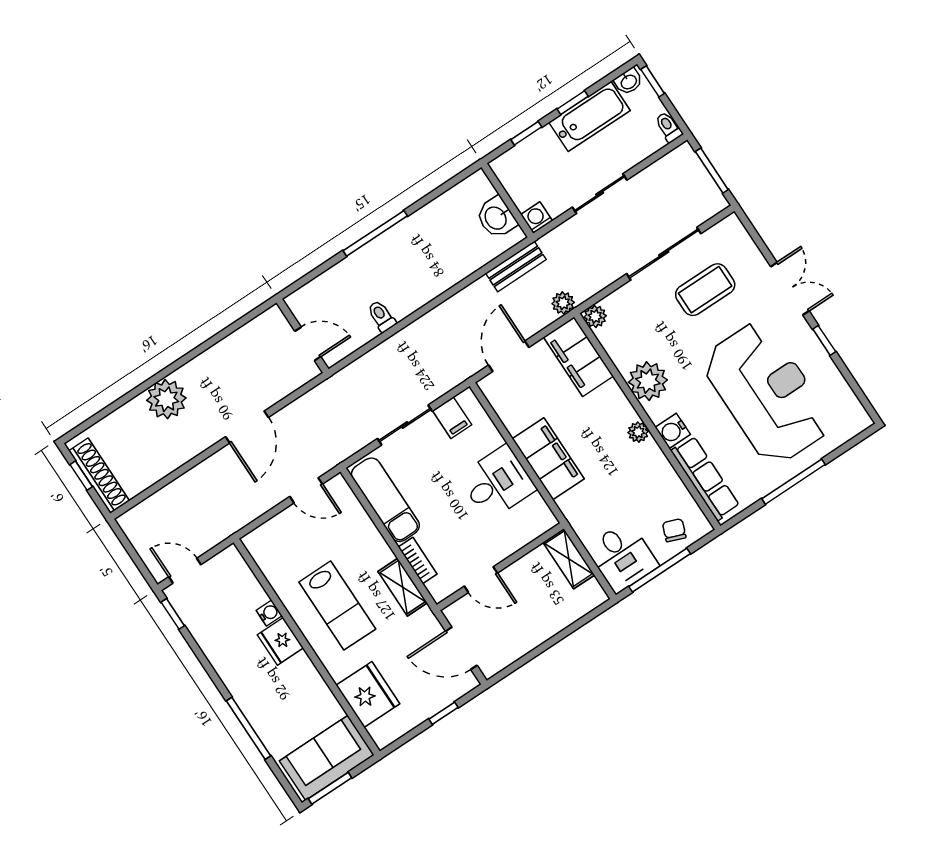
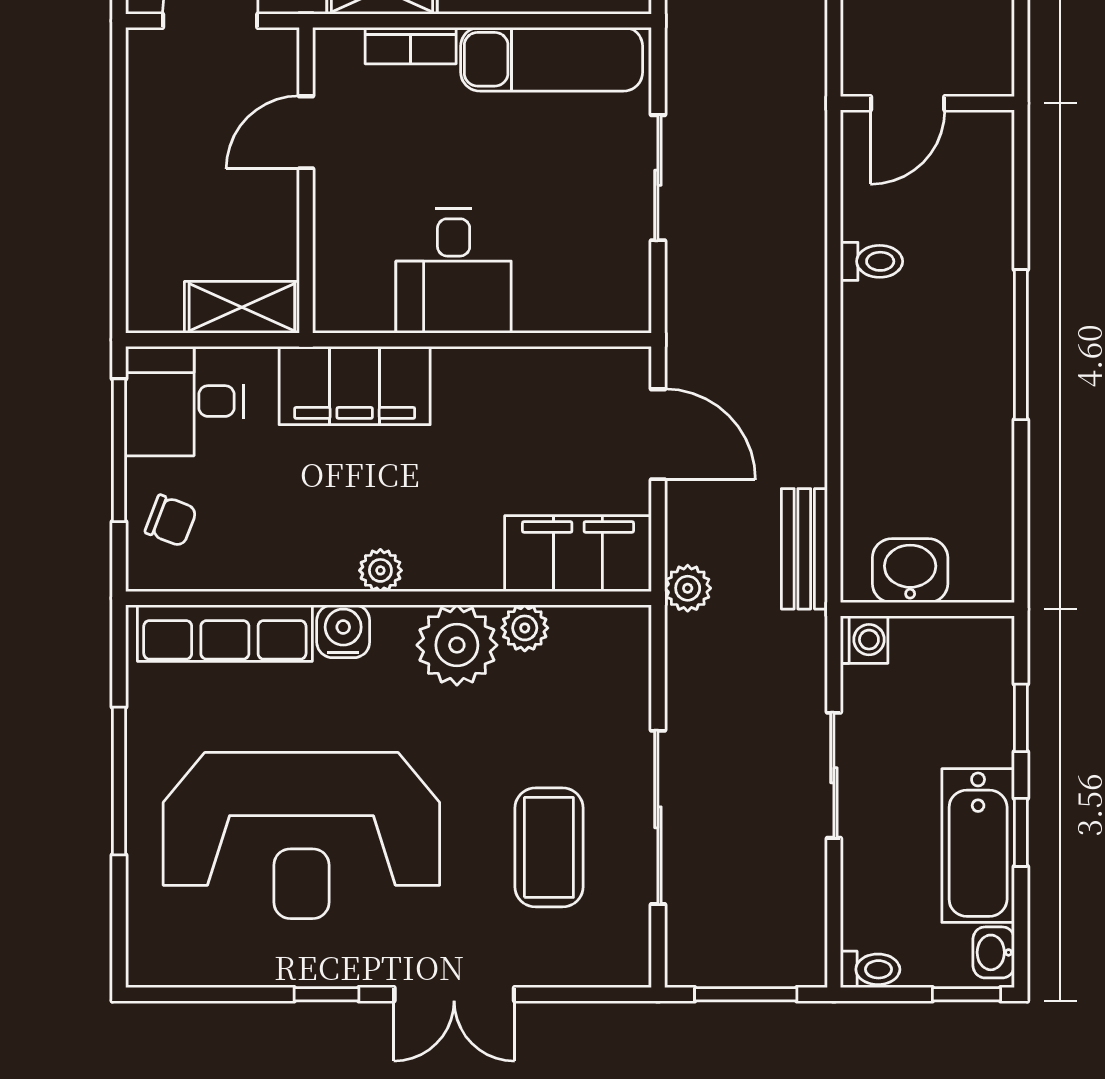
plant: (595, 316) -> (525, 628), moved
filing cabinet: (452, 418) -> (617, 267), removed
filing cabinet: (548, 459) -> (355, 385), moved

